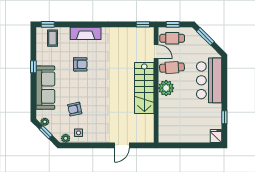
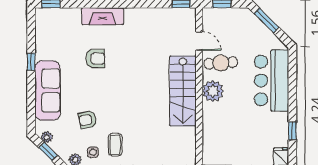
coffee table: (52, 38) -> (115, 145), moved
cafe table: (172, 38) -> (221, 23), removed

